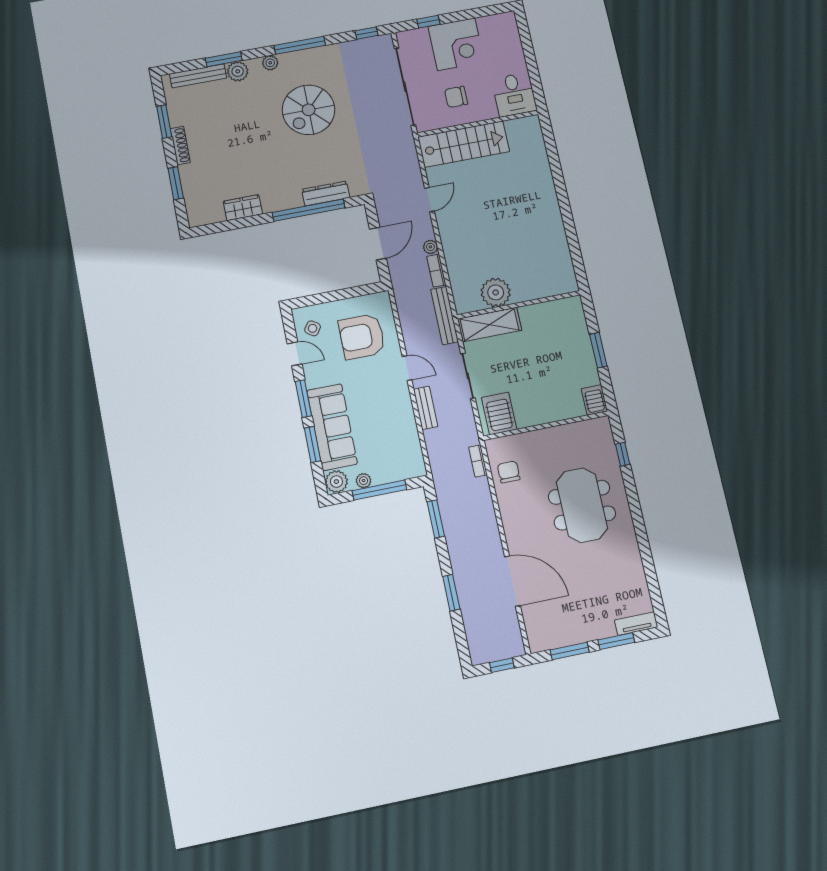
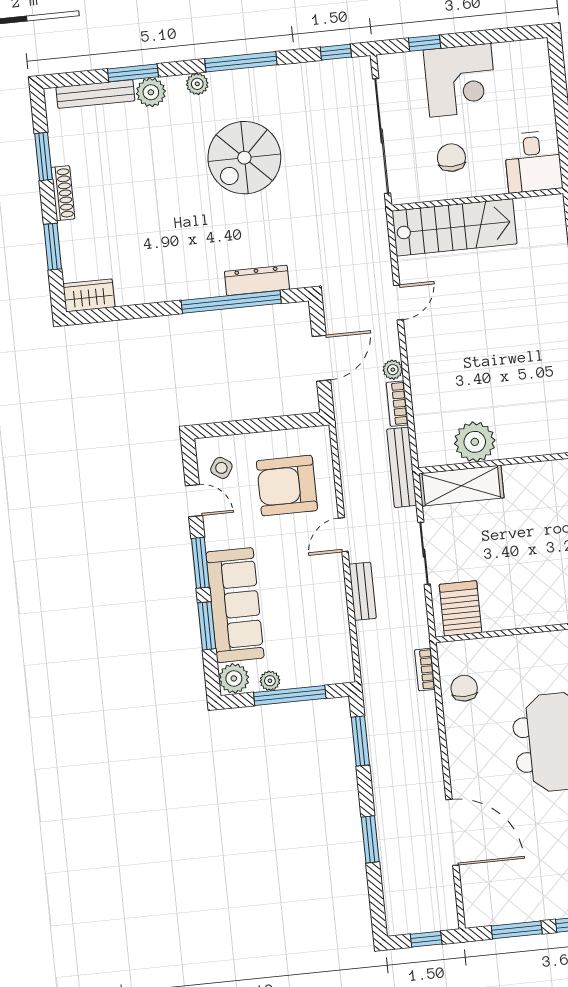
chair: (456, 97) -> (451, 158), turned 90
wardrobe: (243, 208) -> (89, 295), moved
door: (407, 368) -> (343, 535), swing flipped

